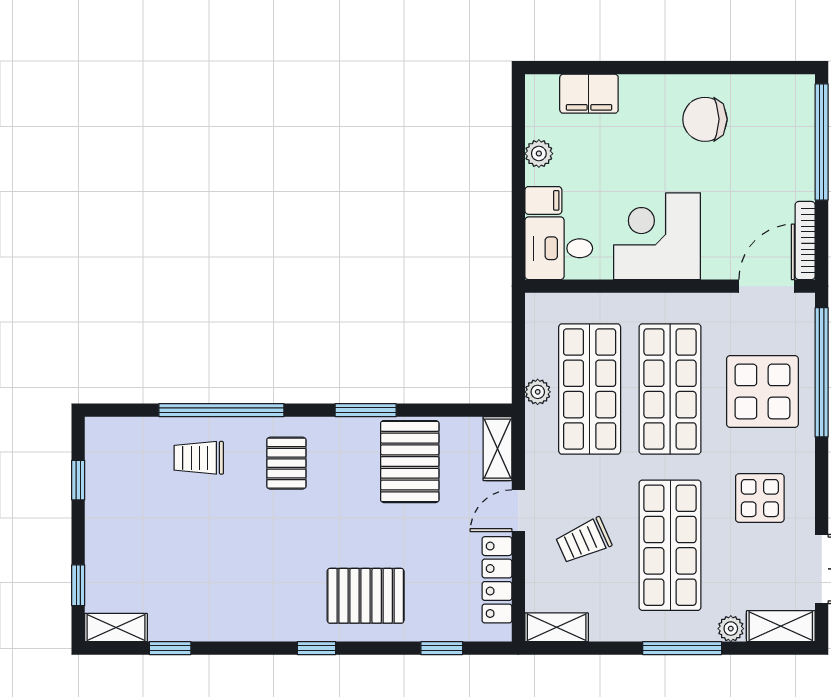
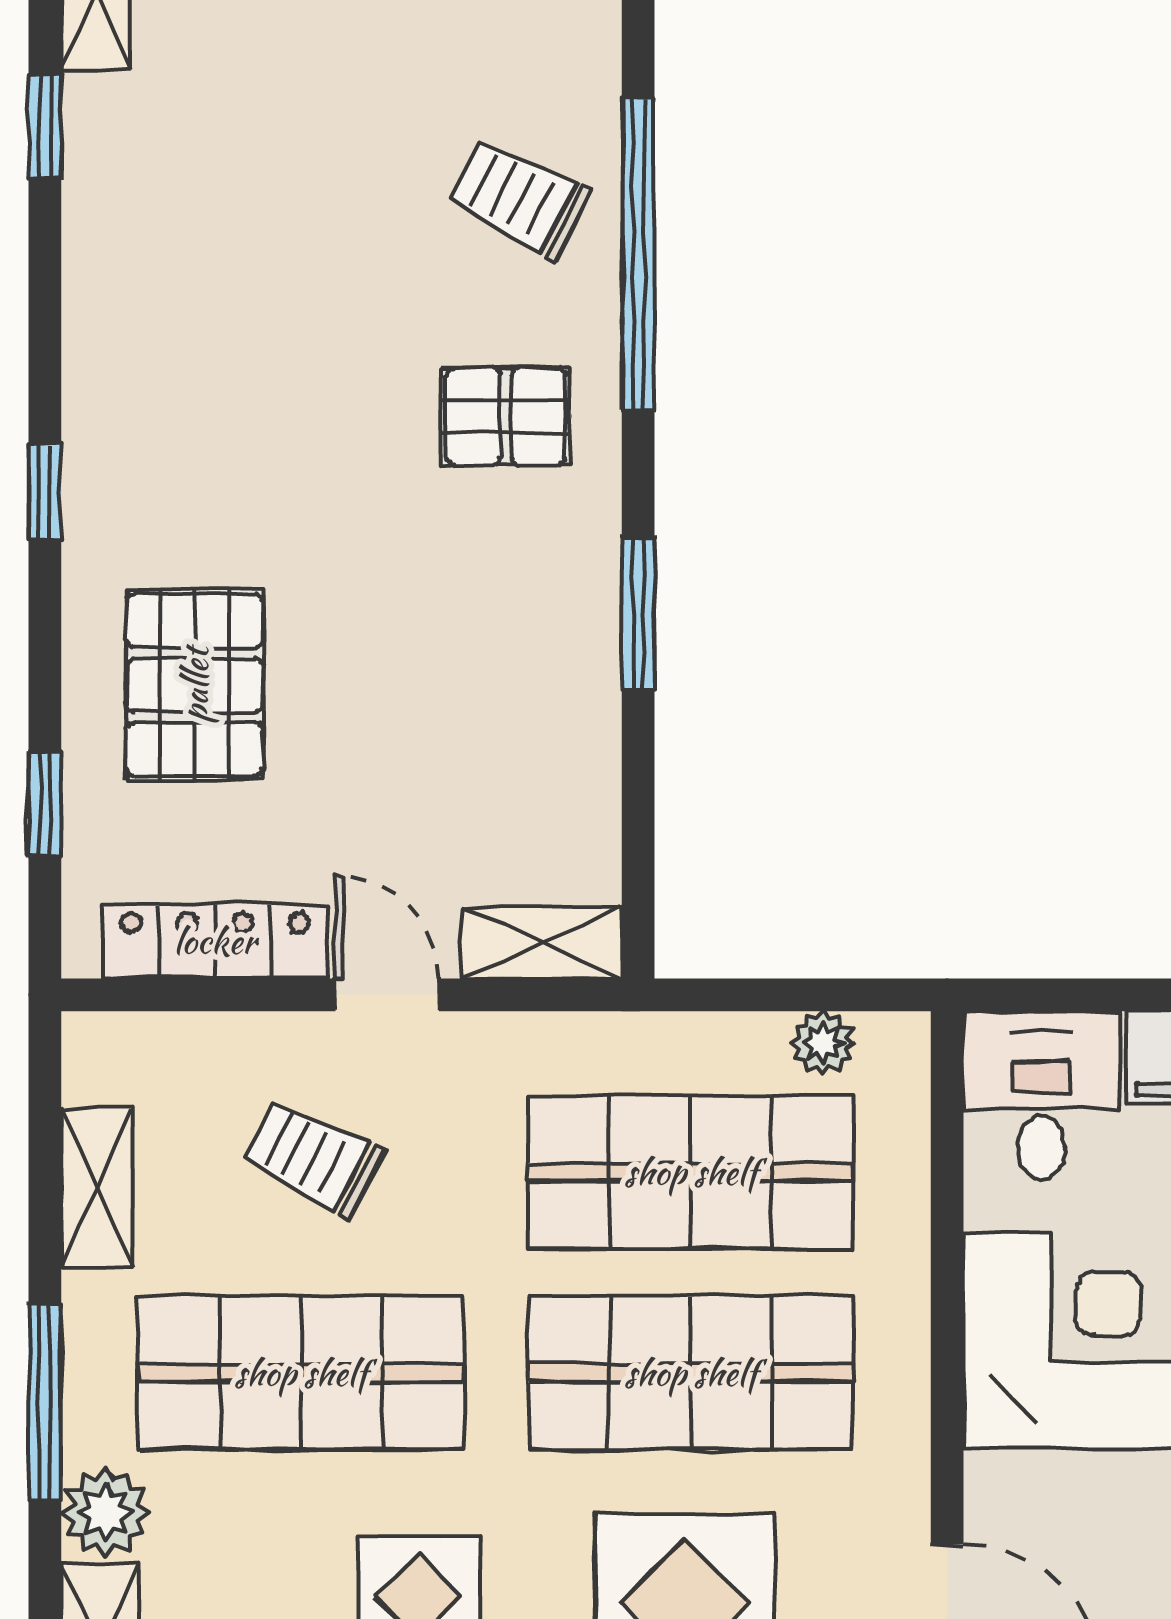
plant: (538, 392) -> (823, 1043), moved
trolley: (199, 458) -> (519, 198), turned -63
pallet: (410, 462) -> (510, 724), removed
trolley: (584, 541) -> (313, 1157), turned -39
pallet: (366, 596) -> (195, 685), moved
shelving: (557, 627) -> (97, 1187), moved
plant: (731, 629) -> (106, 1512), width x1.38, depth x1.38

